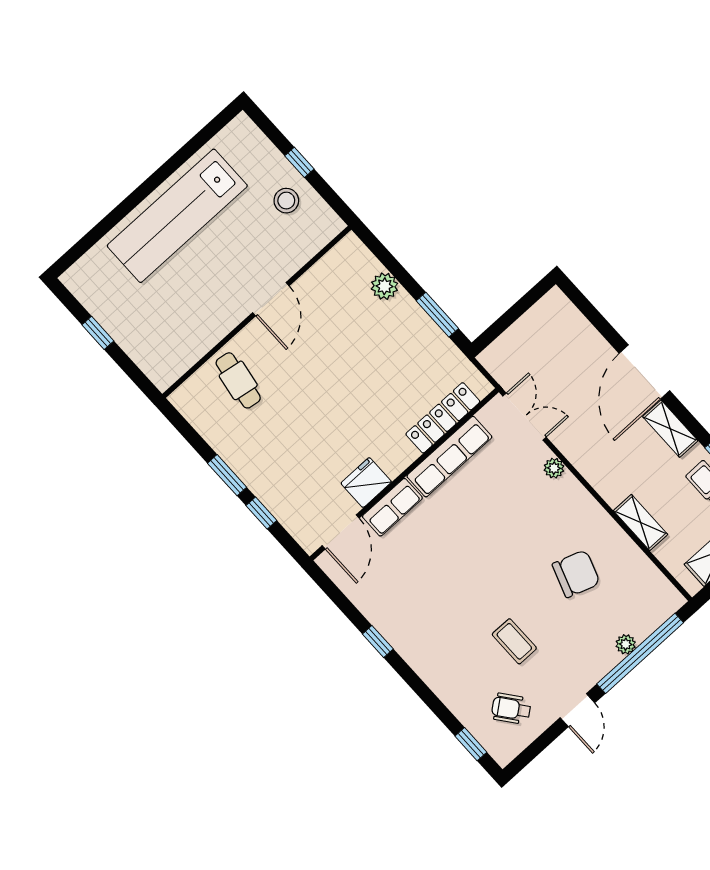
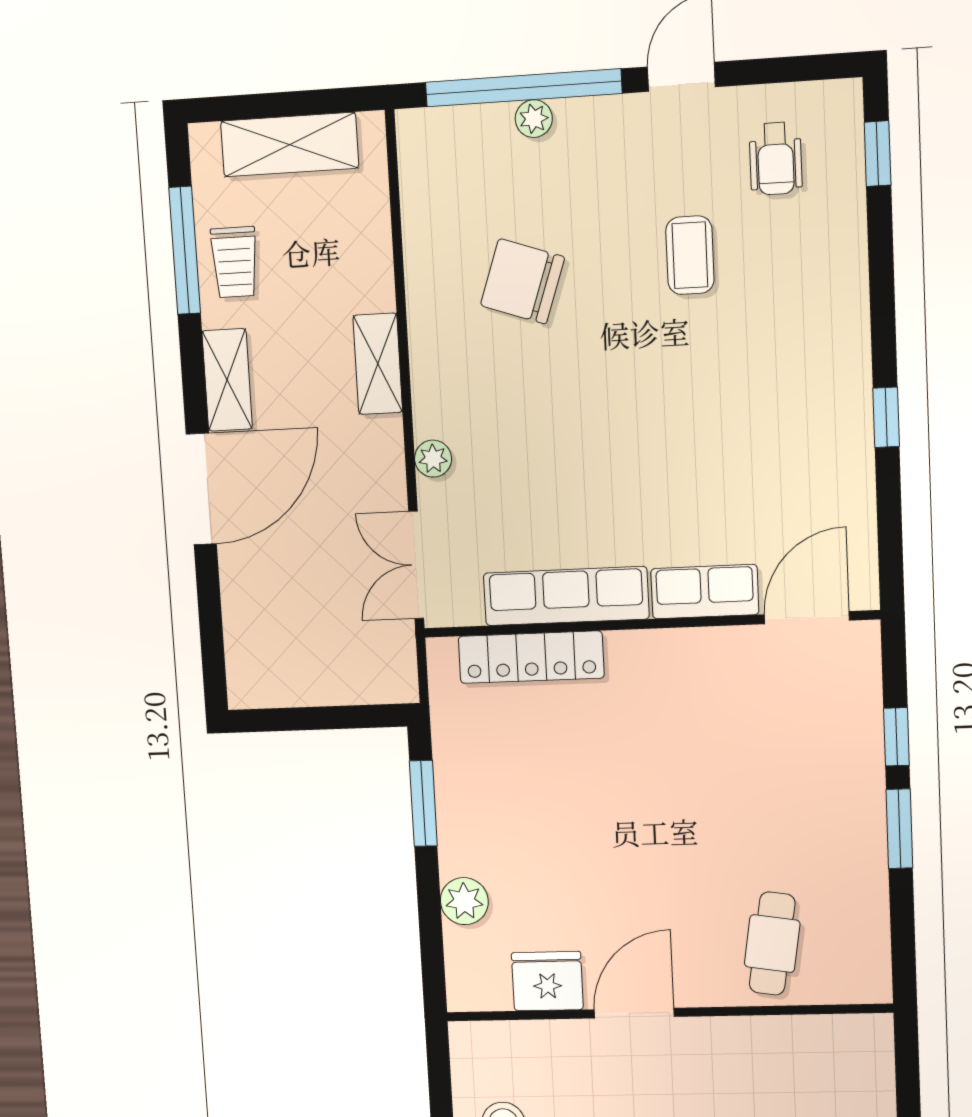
fridge: (366, 483) -> (547, 981), moved, turned 180
shelving: (641, 522) -> (378, 364), moved
wheelchair: (511, 709) -> (776, 159), turned 38

